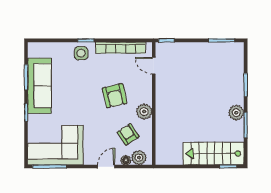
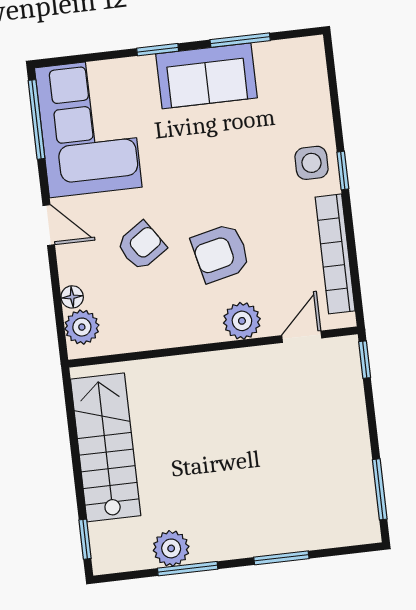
sofa: (39, 86) -> (206, 76), width x0.73
plant: (144, 112) -> (242, 321), moved
plant: (236, 113) -> (171, 548), moved
armchair: (128, 134) -> (141, 246), moved
stairs: (214, 154) -> (106, 447), moved
door: (106, 167) -> (49, 225), moved

